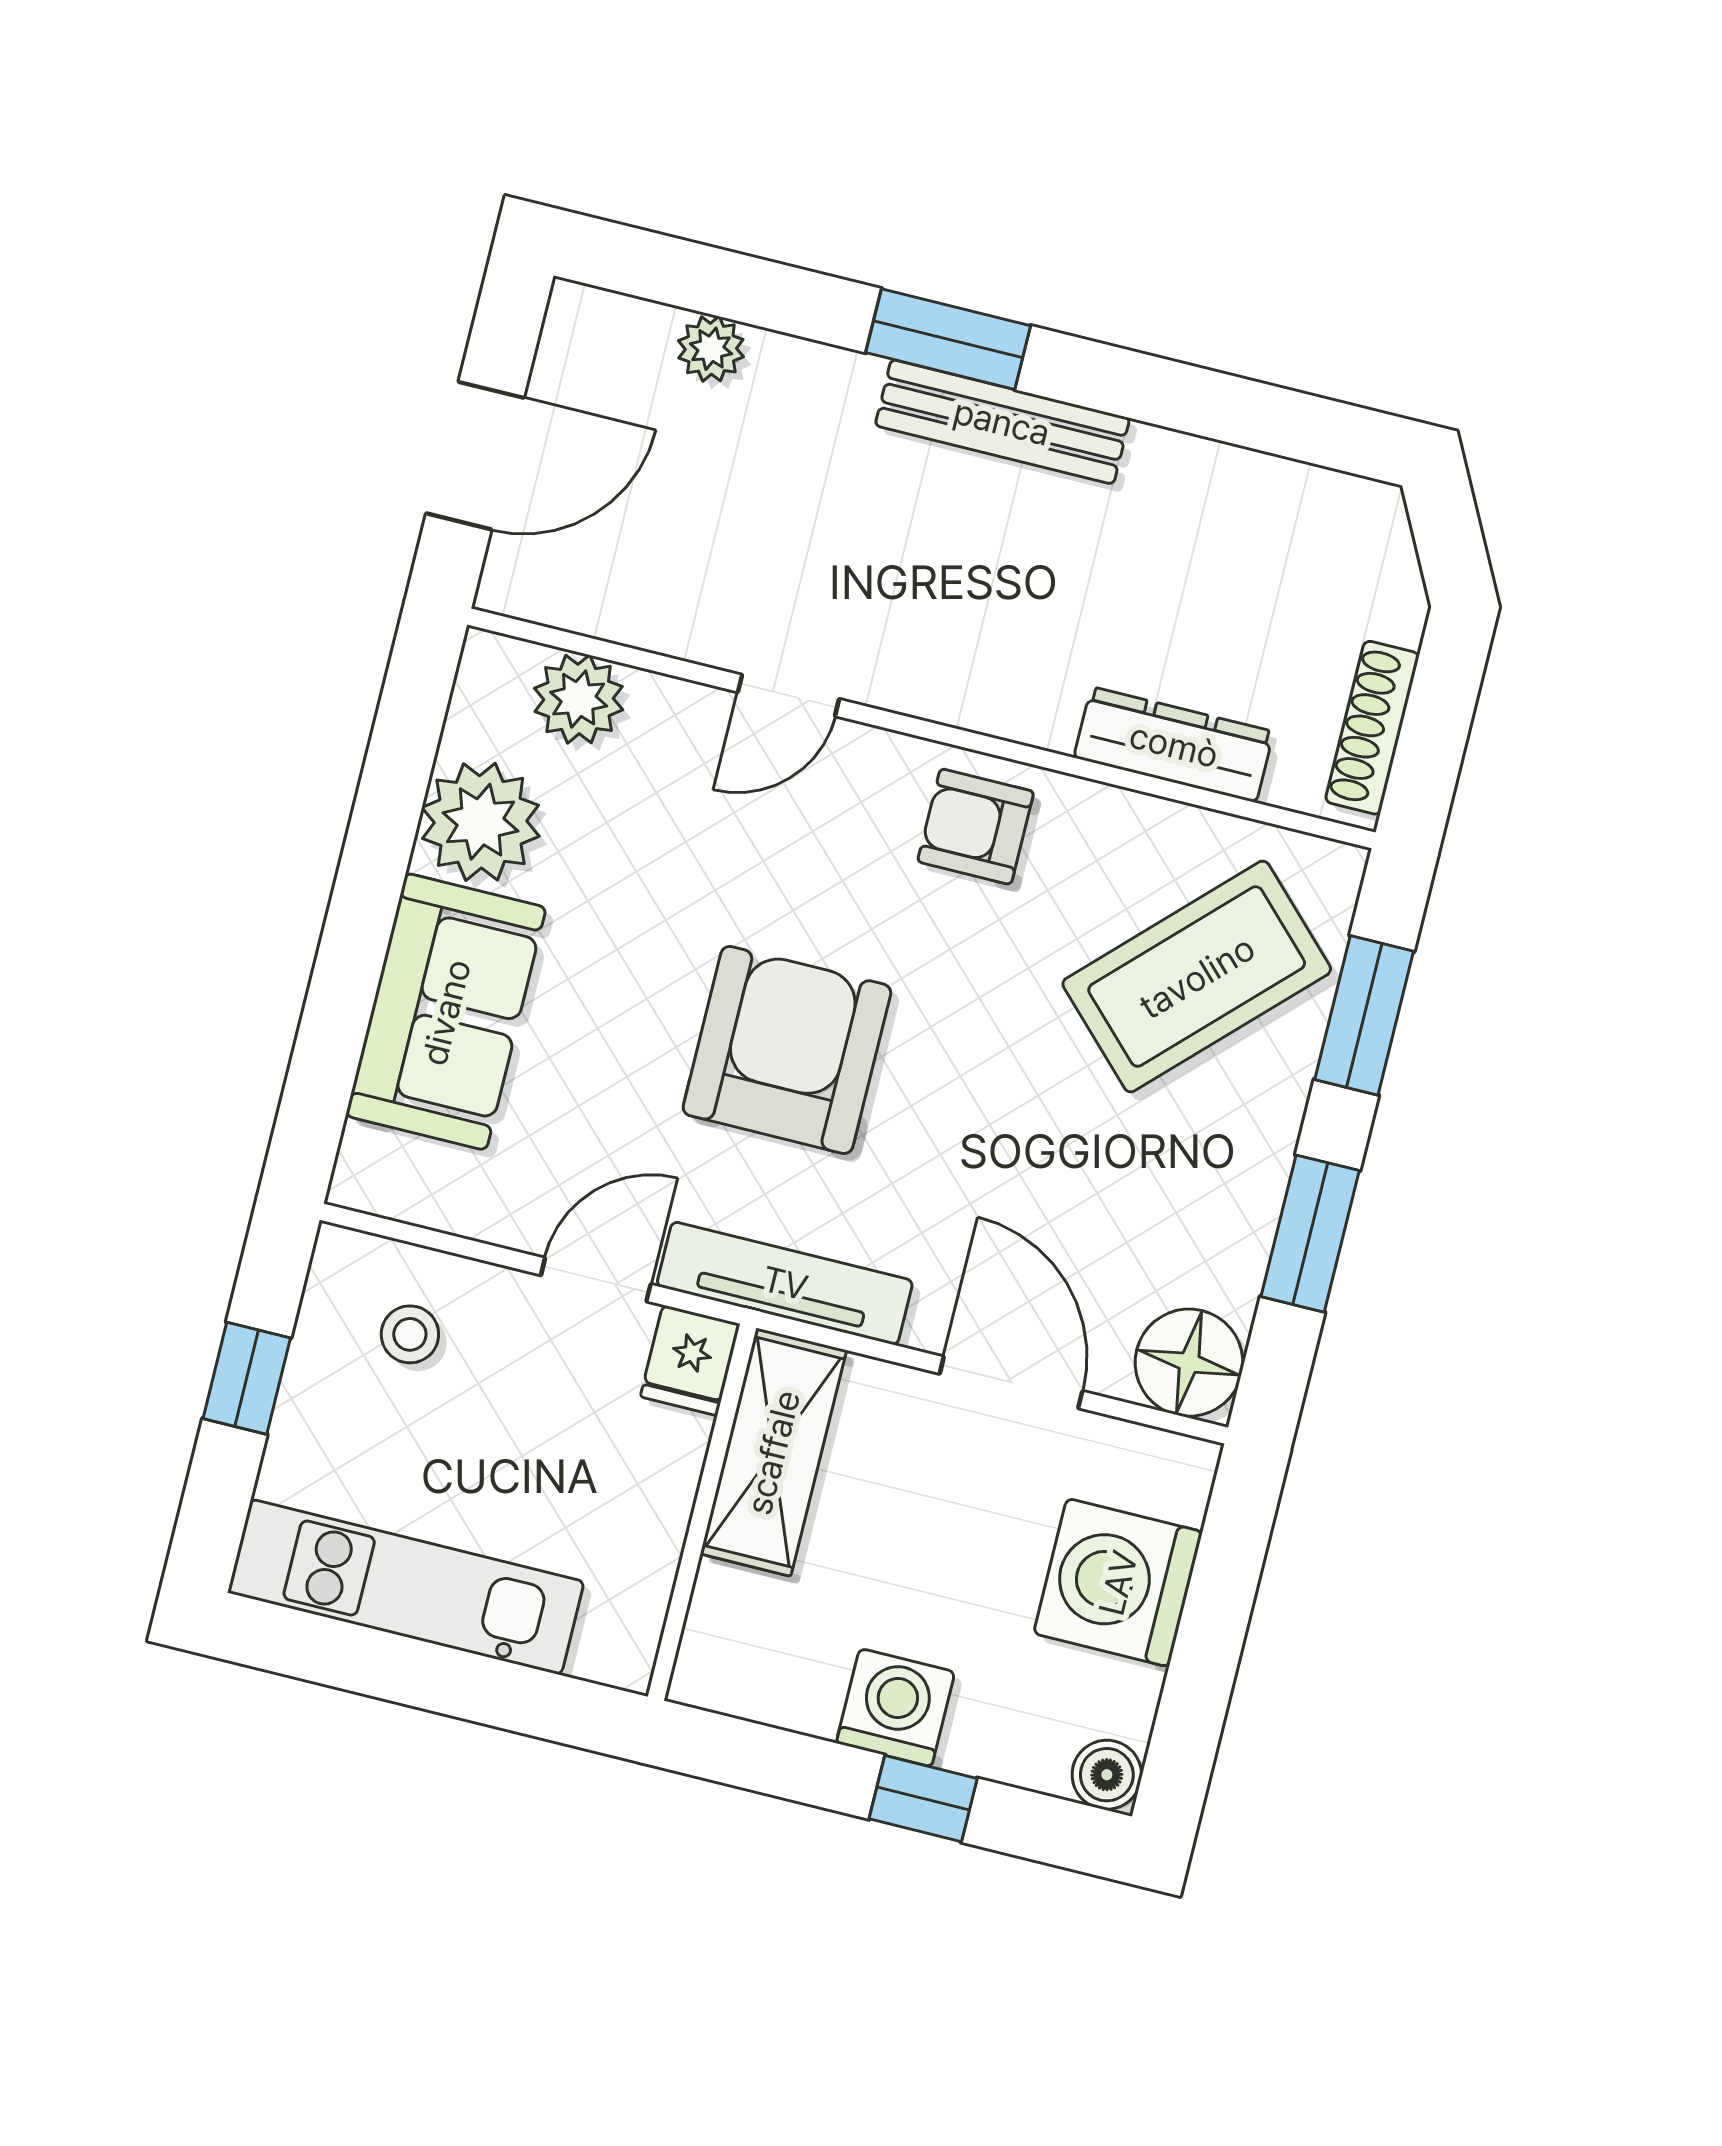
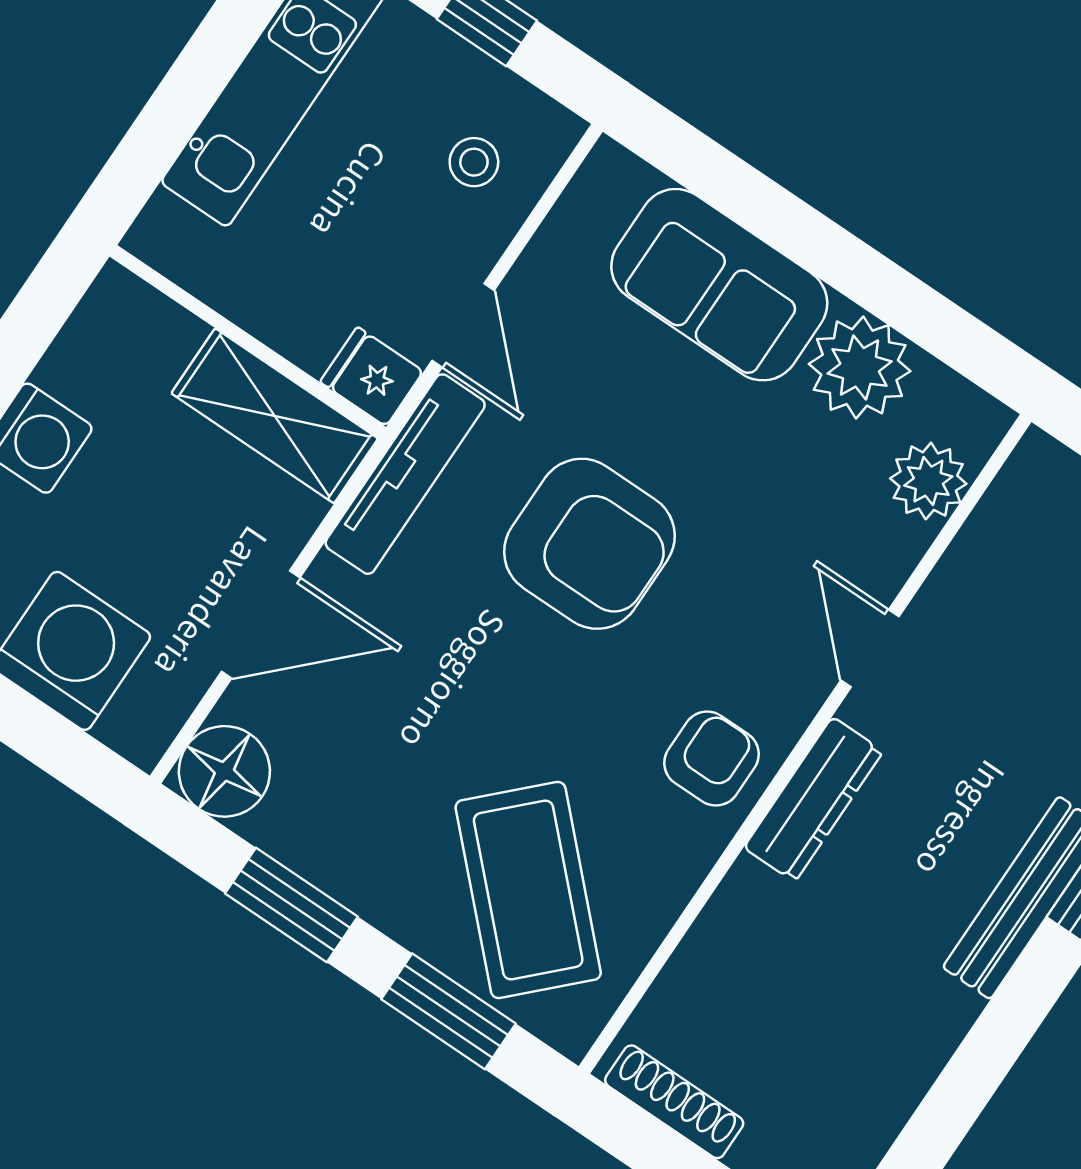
dresser: (1174, 745) -> (814, 799), moved

